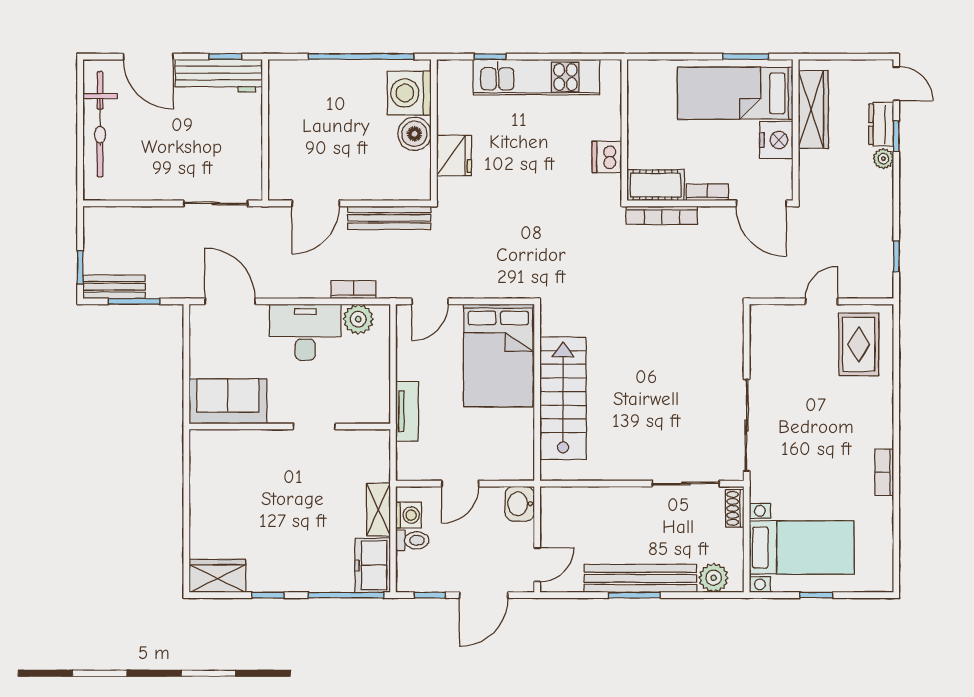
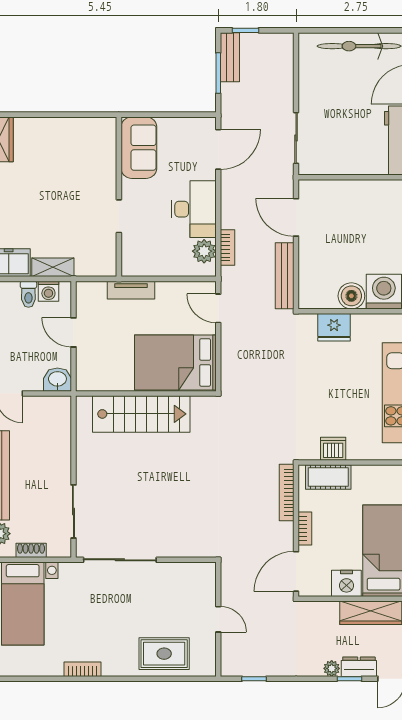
cot: (656, 185) -> (328, 477), moved, turned 90
rug: (859, 344) -> (164, 654), moved
shoe rack: (735, 508) -> (31, 550), moved

